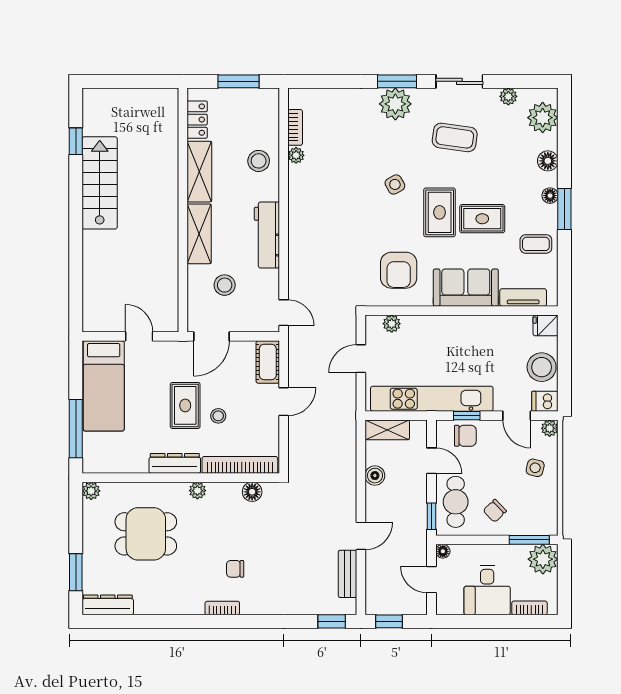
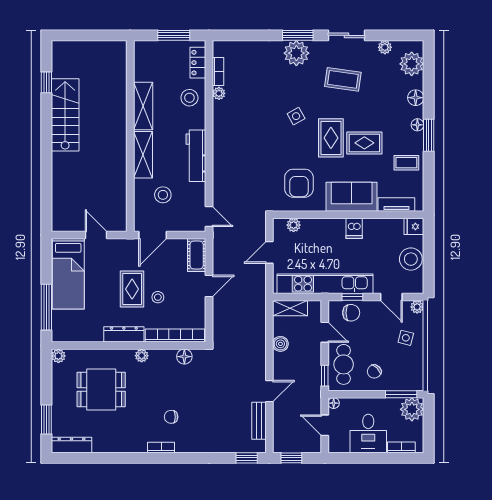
locker: (197, 120) -> (198, 63), moved, turned 180
dishwasher: (545, 401) -> (354, 228), moved, turned -90

